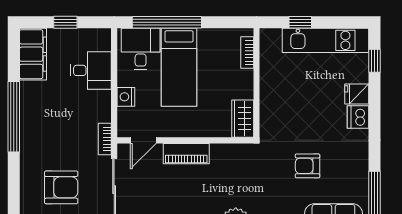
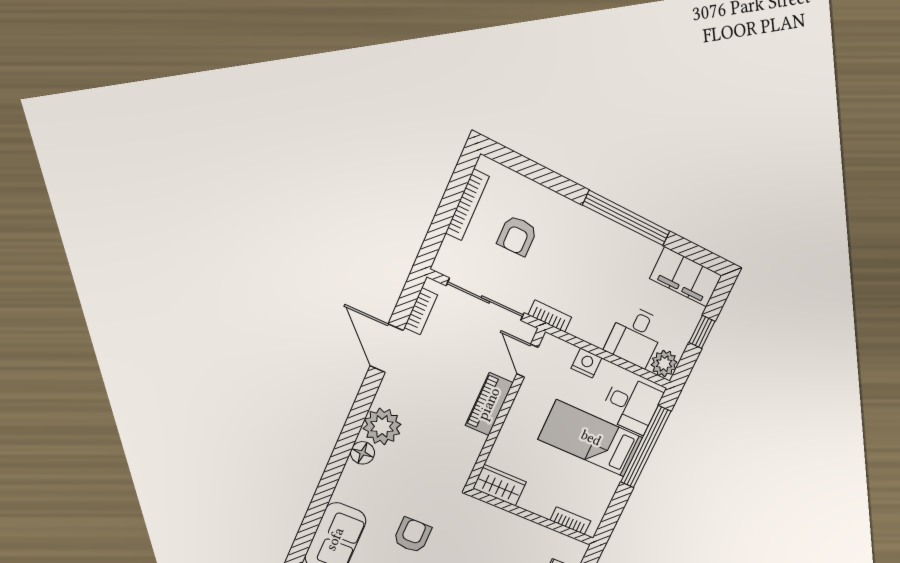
plant: (100, 39) -> (664, 364), added
armchair: (61, 187) -> (517, 236), width x0.72, depth x0.72

